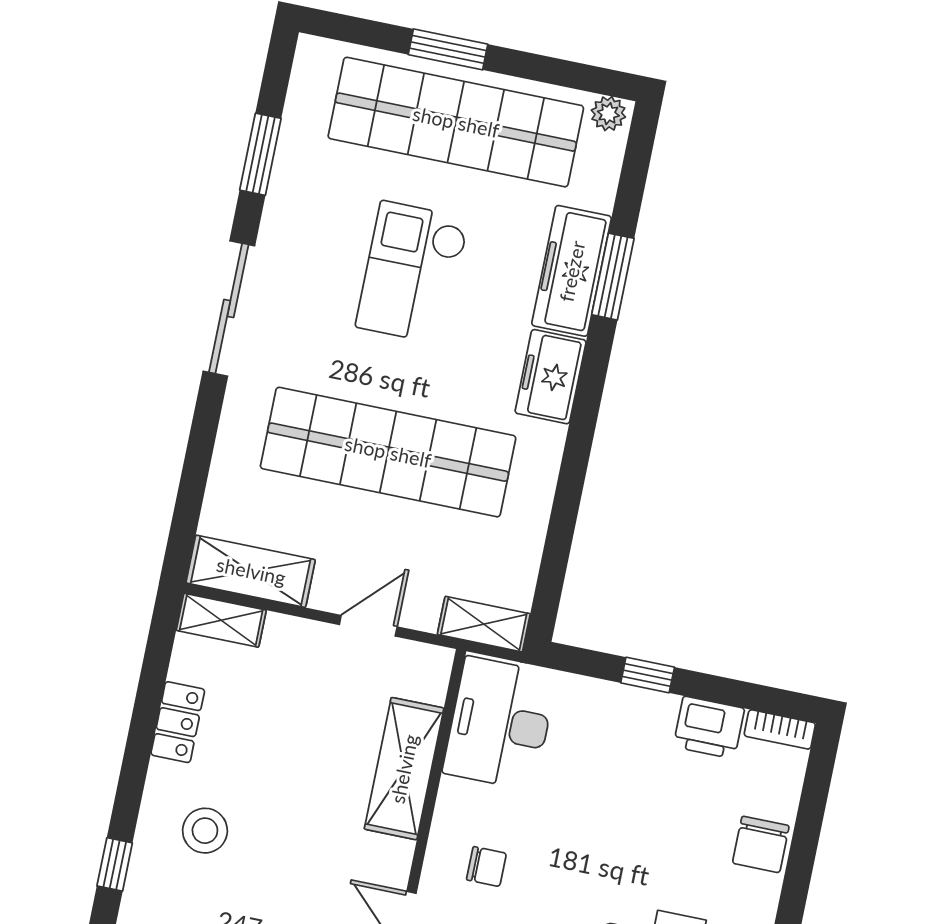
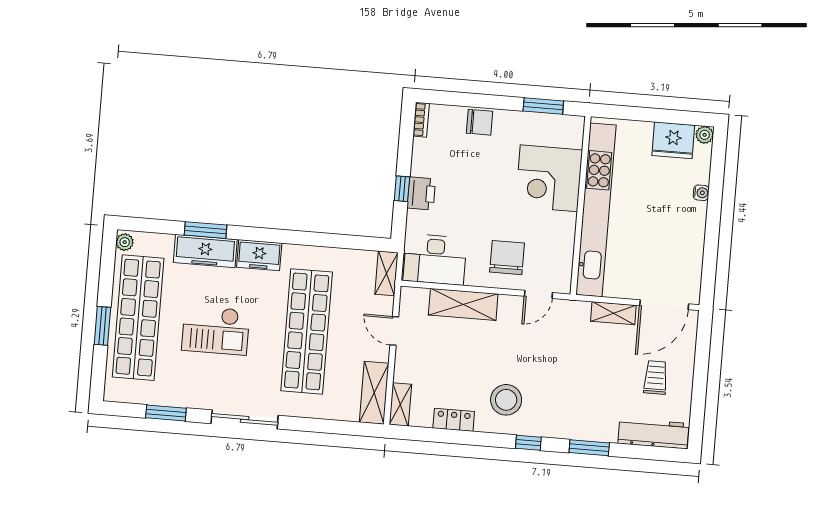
printer: (709, 728) -> (421, 193), moved
stool: (205, 831) -> (506, 400), width x1.38, depth x1.38
chair: (486, 867) -> (507, 258), width x1.87, depth x1.87

